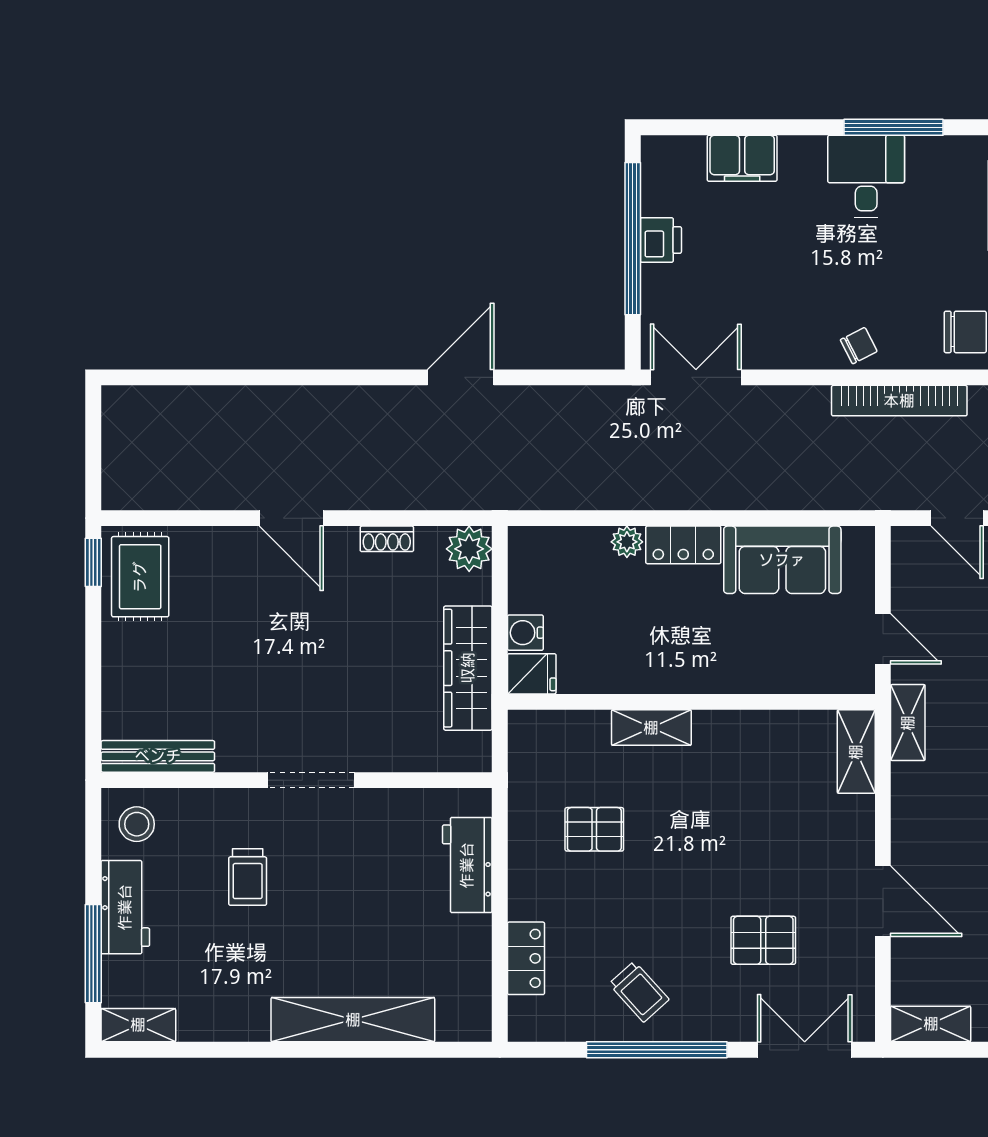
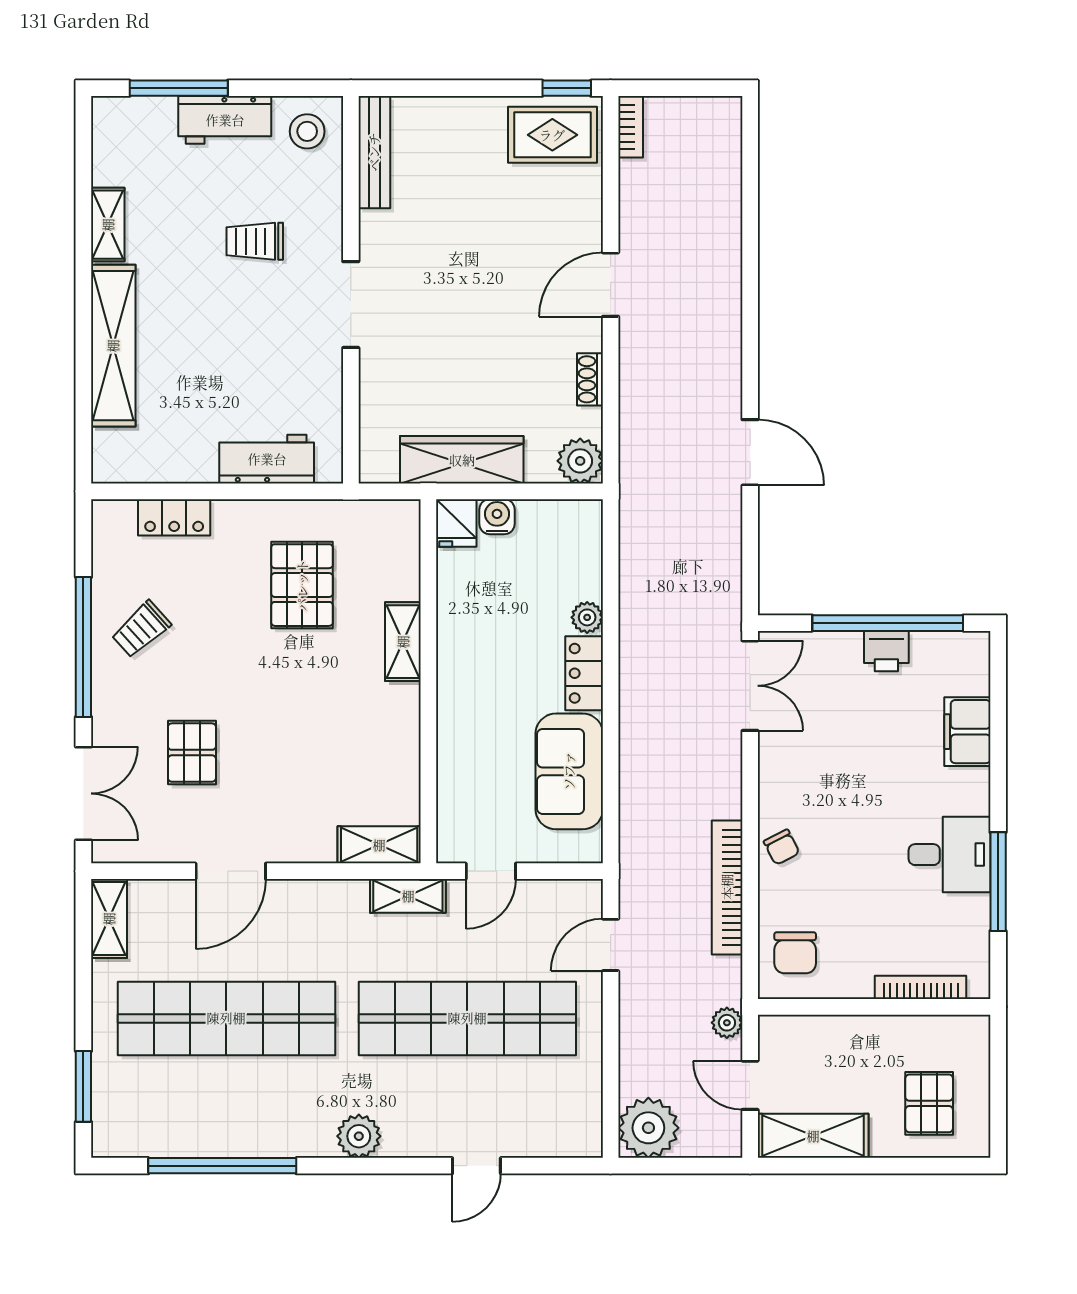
bookcase: (132, 498) -> (631, 127), added
pallet: (594, 829) -> (302, 585), width x1.50, depth x1.42
shelving: (138, 1025) -> (108, 225), moved

